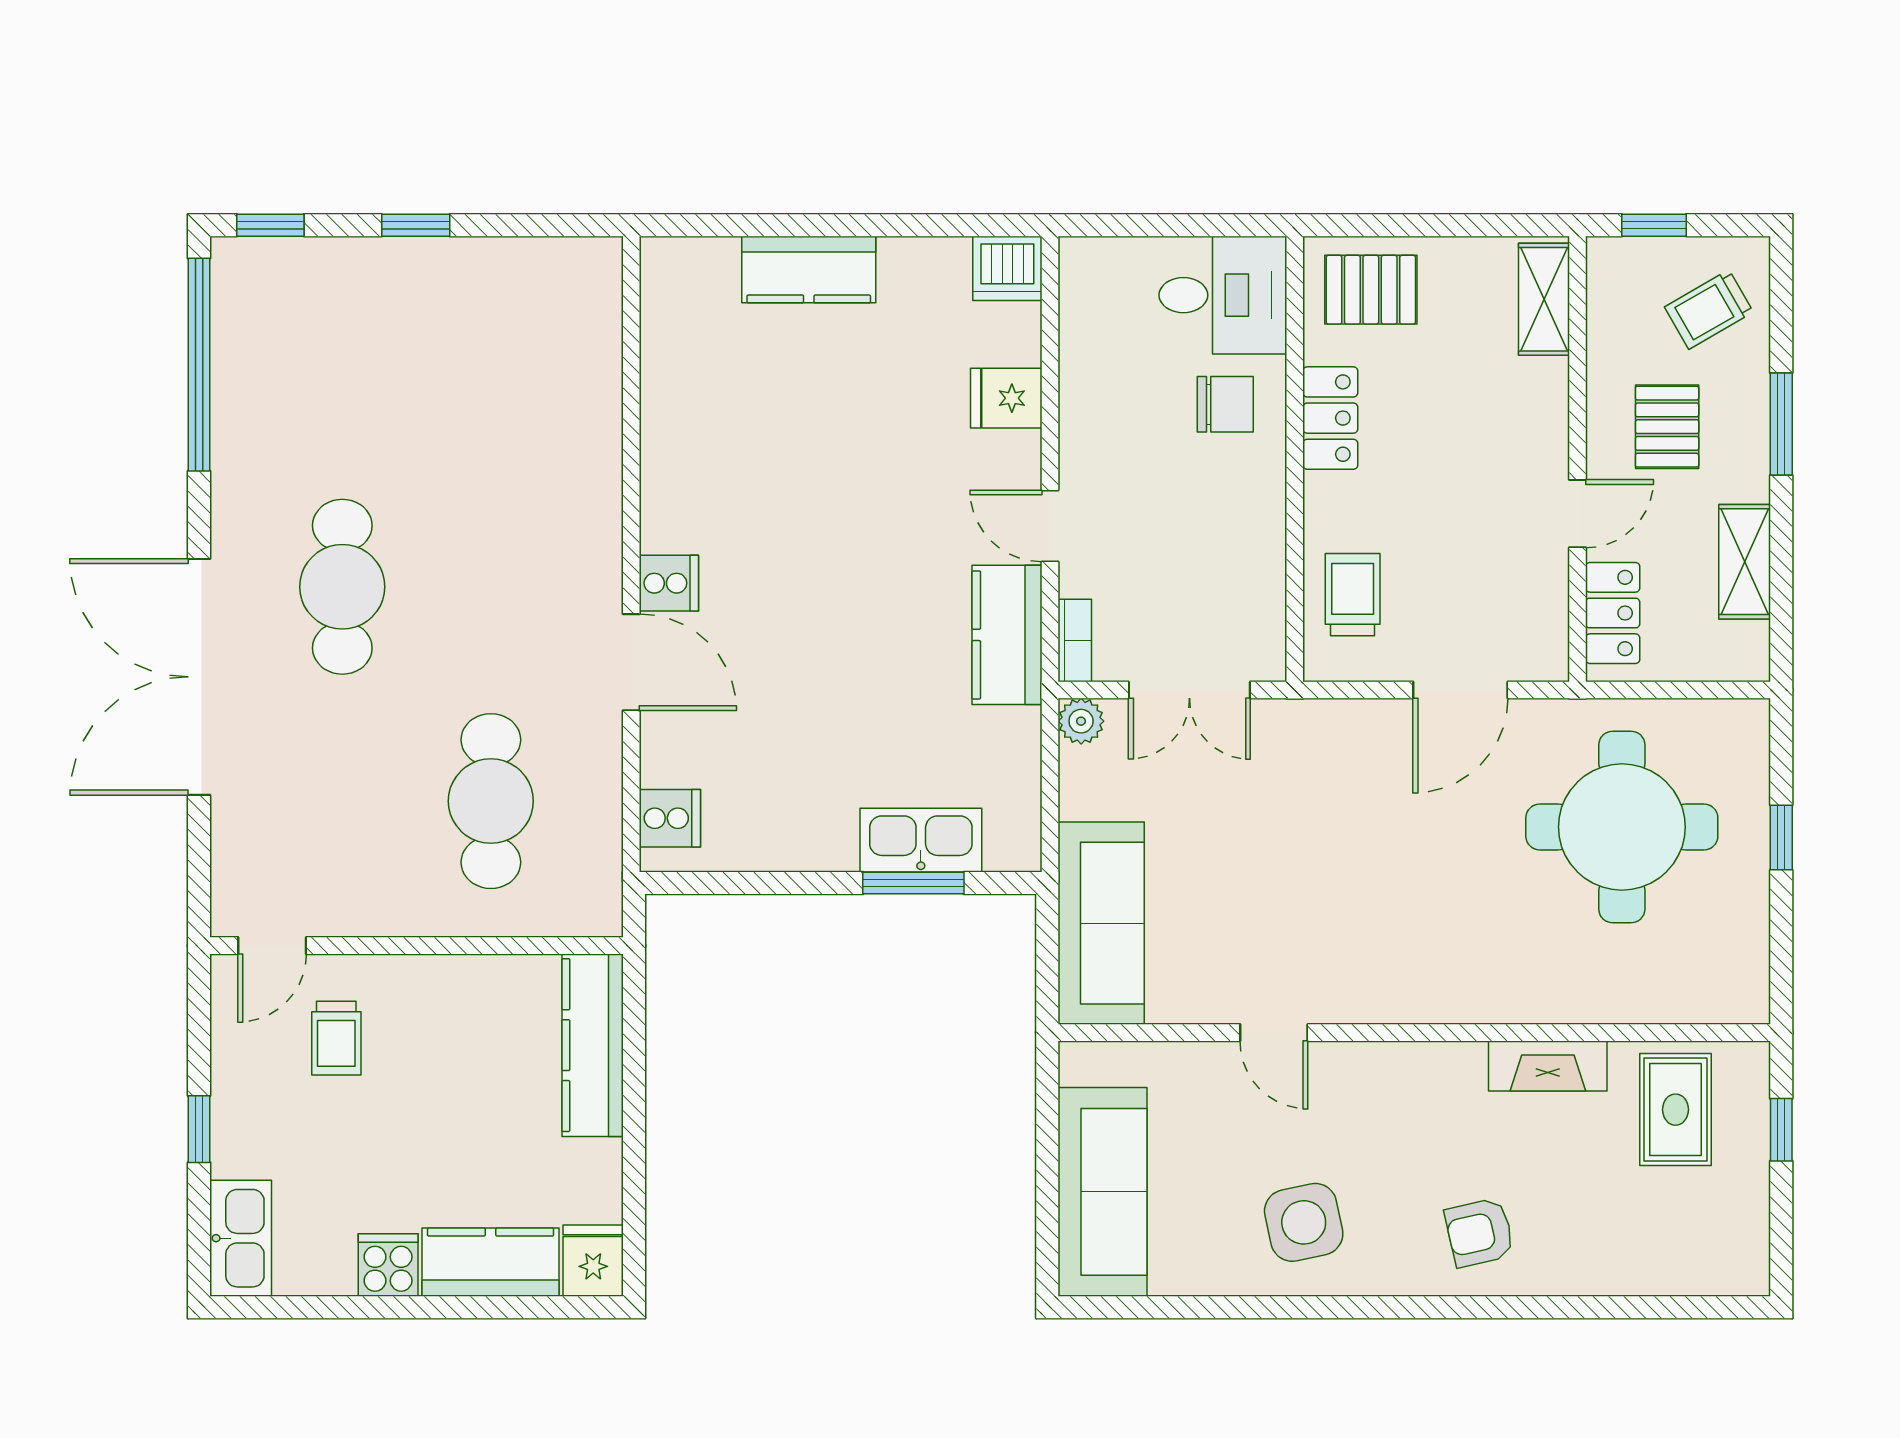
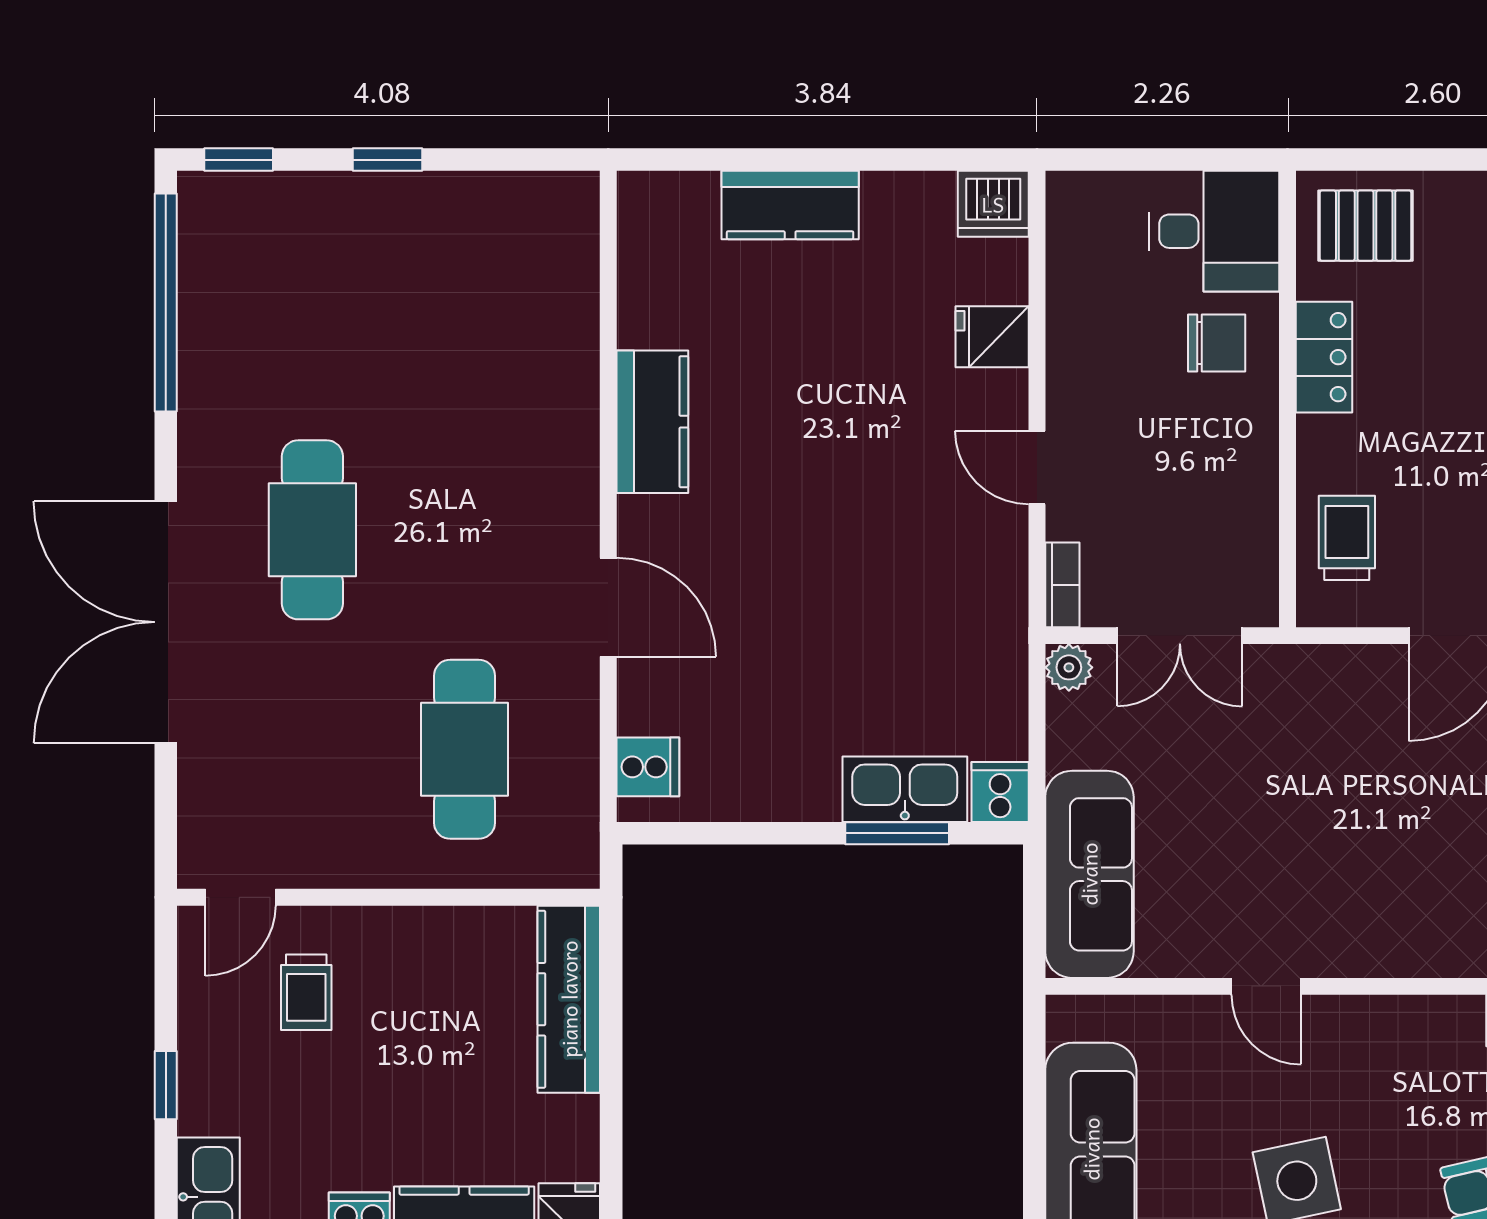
cooker: (669, 583) -> (1000, 792), moved, turned -90
kitchen counter: (1007, 635) -> (652, 422), moved, turned 180

